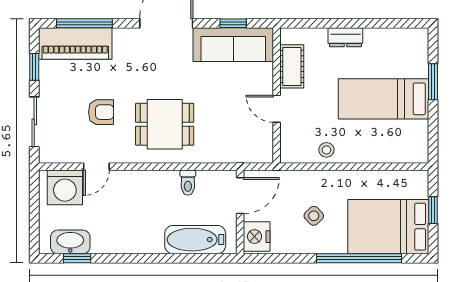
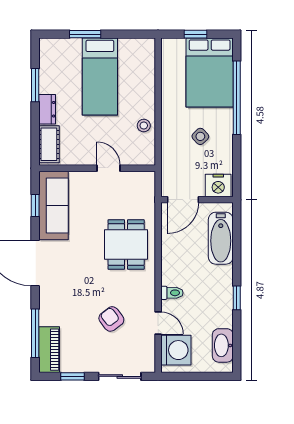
window: (374, 23) -> (35, 85), added
piano: (75, 44) -> (49, 350), width x0.73, depth x0.75
cot: (292, 66) -> (49, 144), moved, turned 90
door: (277, 109) -> (108, 168), swing flipped
armchair: (101, 112) -> (111, 319), turned -37
dining table: (165, 124) -> (126, 245), moved
toilet: (188, 183) -> (172, 293), moved
door: (240, 196) -> (183, 200), swing flipped
window: (77, 258) -> (237, 298), moved

